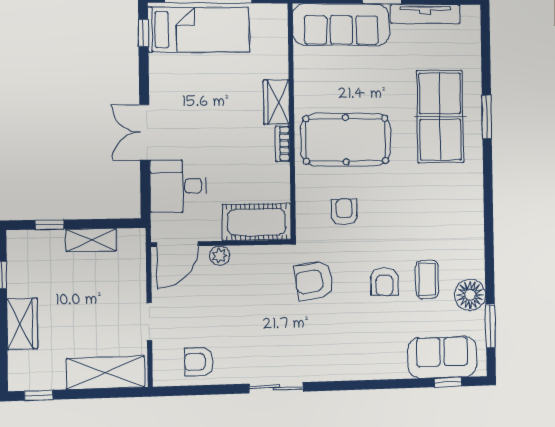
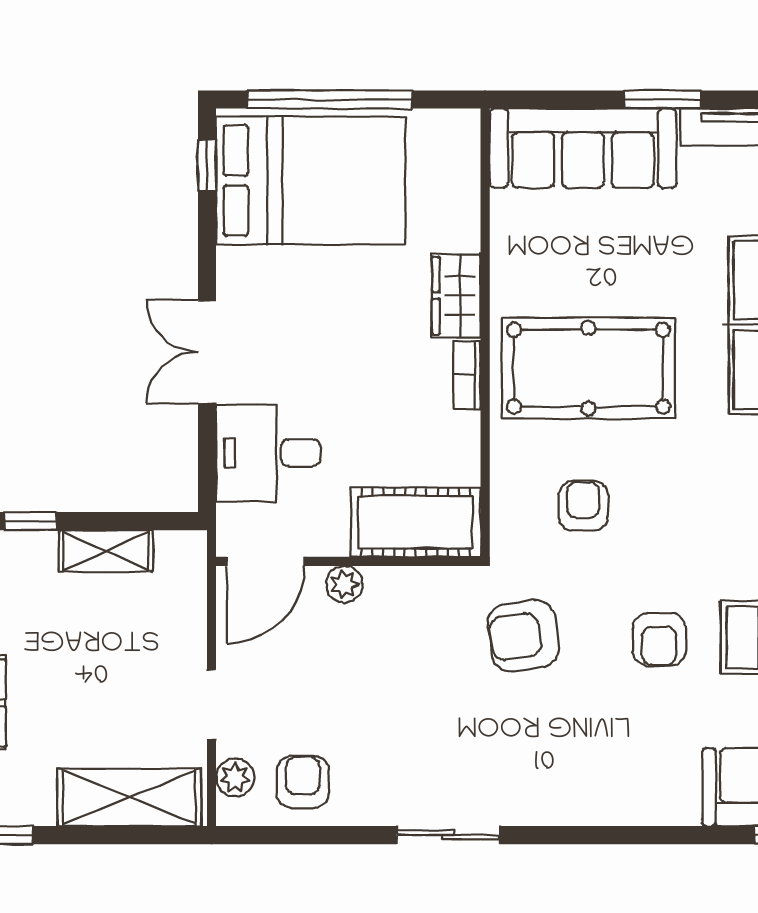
bed: (199, 30) -> (311, 180), width x1.50
plant: (163, 360) -> (235, 778), added
armchair: (199, 362) -> (303, 782), turned 90

